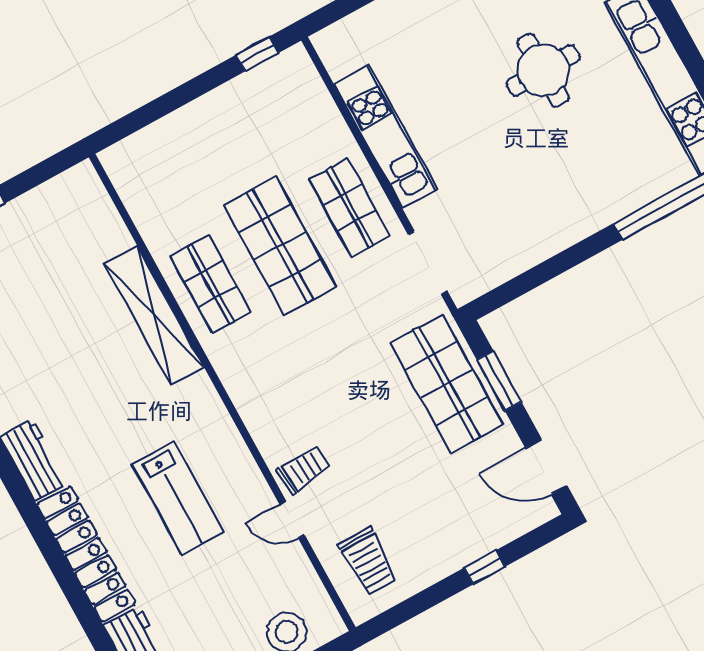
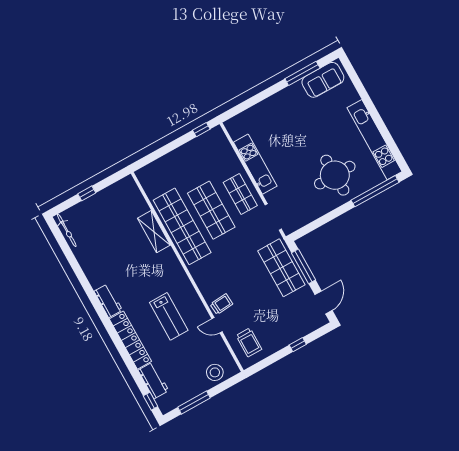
round table: (543, 70) -> (335, 175), moved, width x1.36, depth x1.36
shop shelf: (210, 284) -> (182, 226), width x2.00, depth x1.36
shelving: (154, 315) -> (154, 232), width x0.68
window: (499, 381) -> (303, 266), width x1.44
door: (546, 467) -> (323, 302), swing flipped

